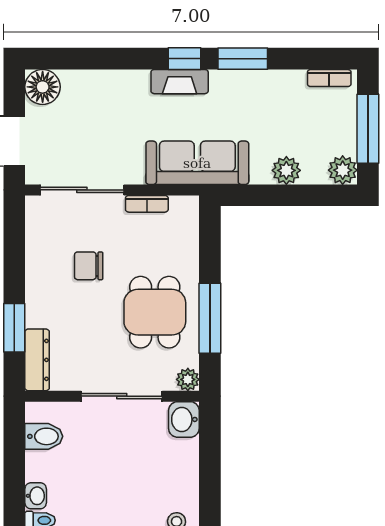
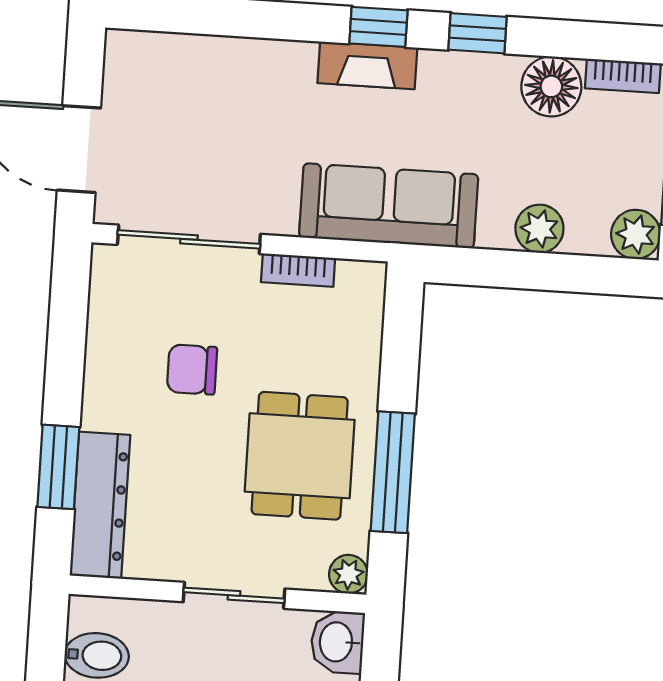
window: (243, 59) -> (478, 33), width x0.67
floor lamp: (43, 87) -> (551, 86), moved
dresser: (37, 360) -> (100, 505), width x1.37, depth x1.24
sliding door: (122, 396) -> (234, 595), width x0.73

